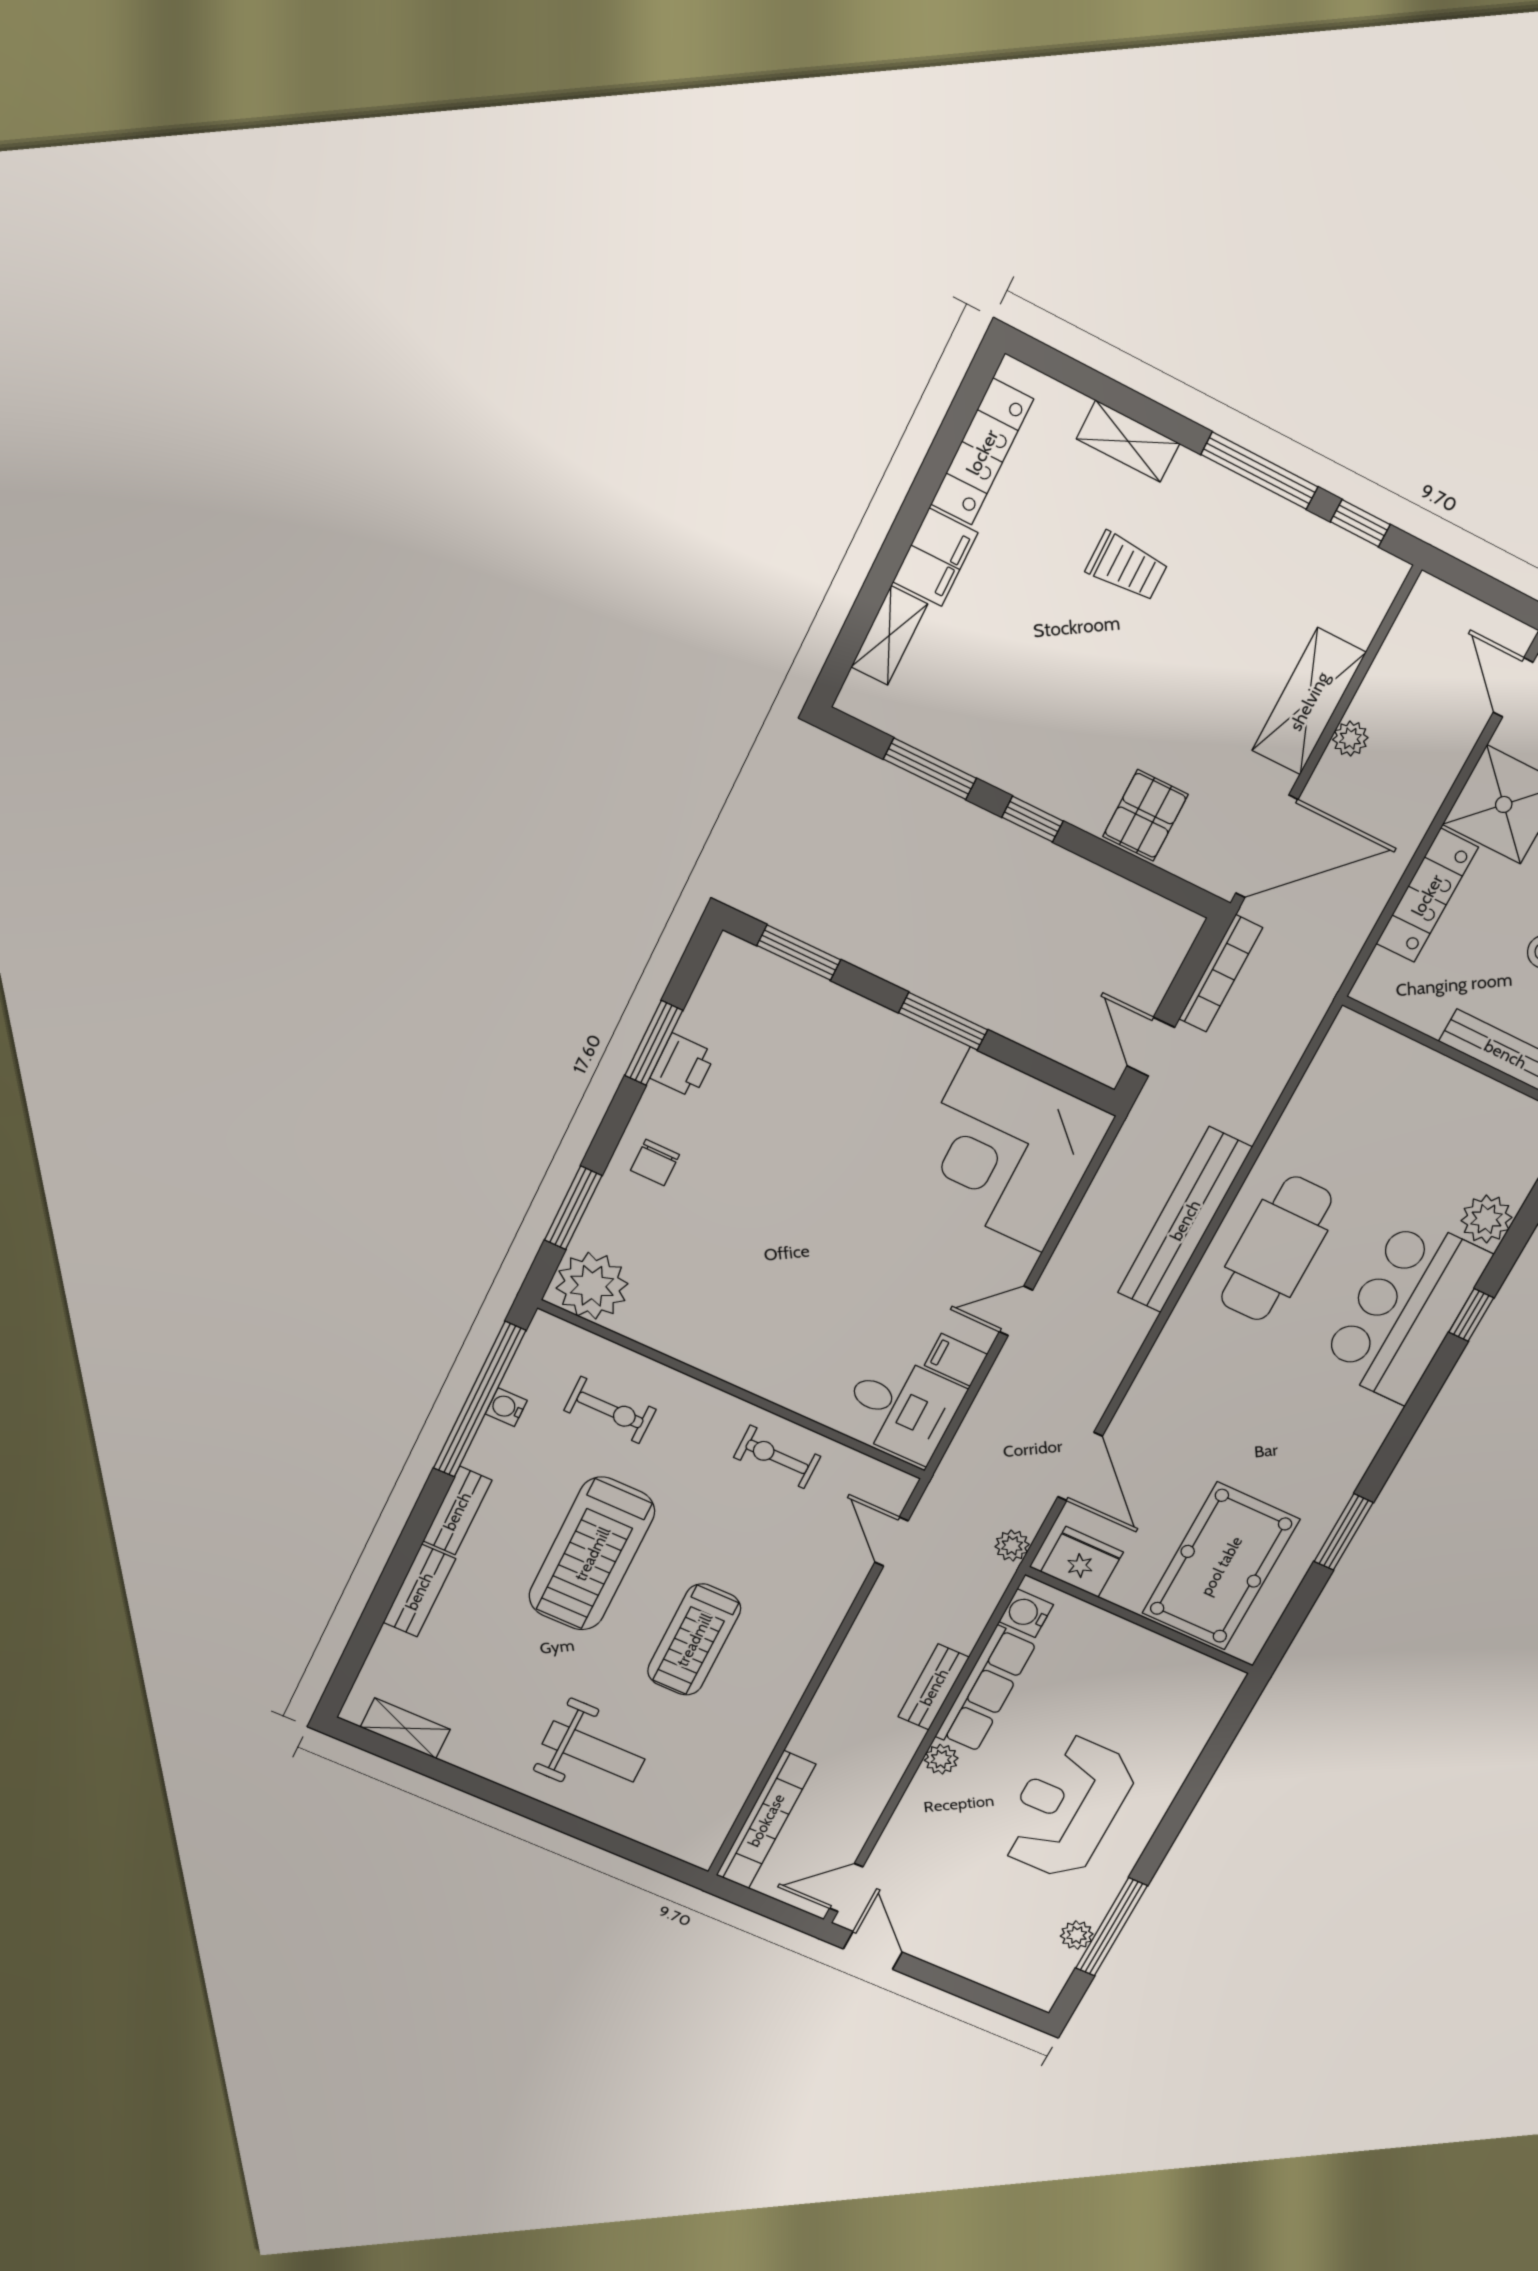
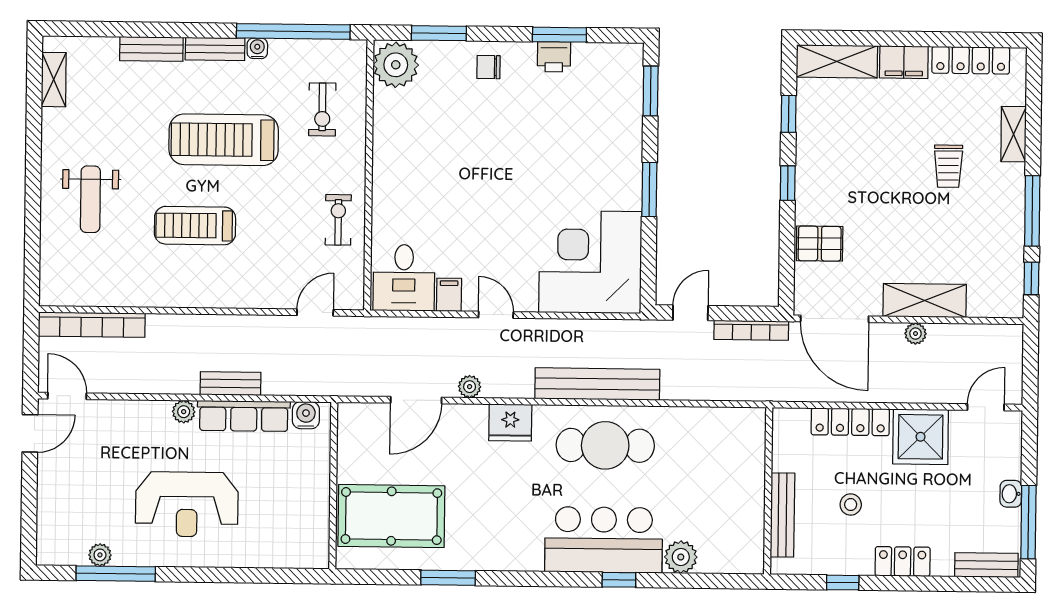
shelving: (889, 635) -> (837, 61), width x1.50, depth x1.33
window: (930, 769) -> (789, 114), width x0.67
water cooler: (506, 1407) -> (257, 48), moved
plant: (1012, 1546) -> (470, 387), moved
fridge: (1082, 1562) -> (510, 423), moved, turned 90
reception desk: (1067, 1807) -> (187, 504), turned 180

